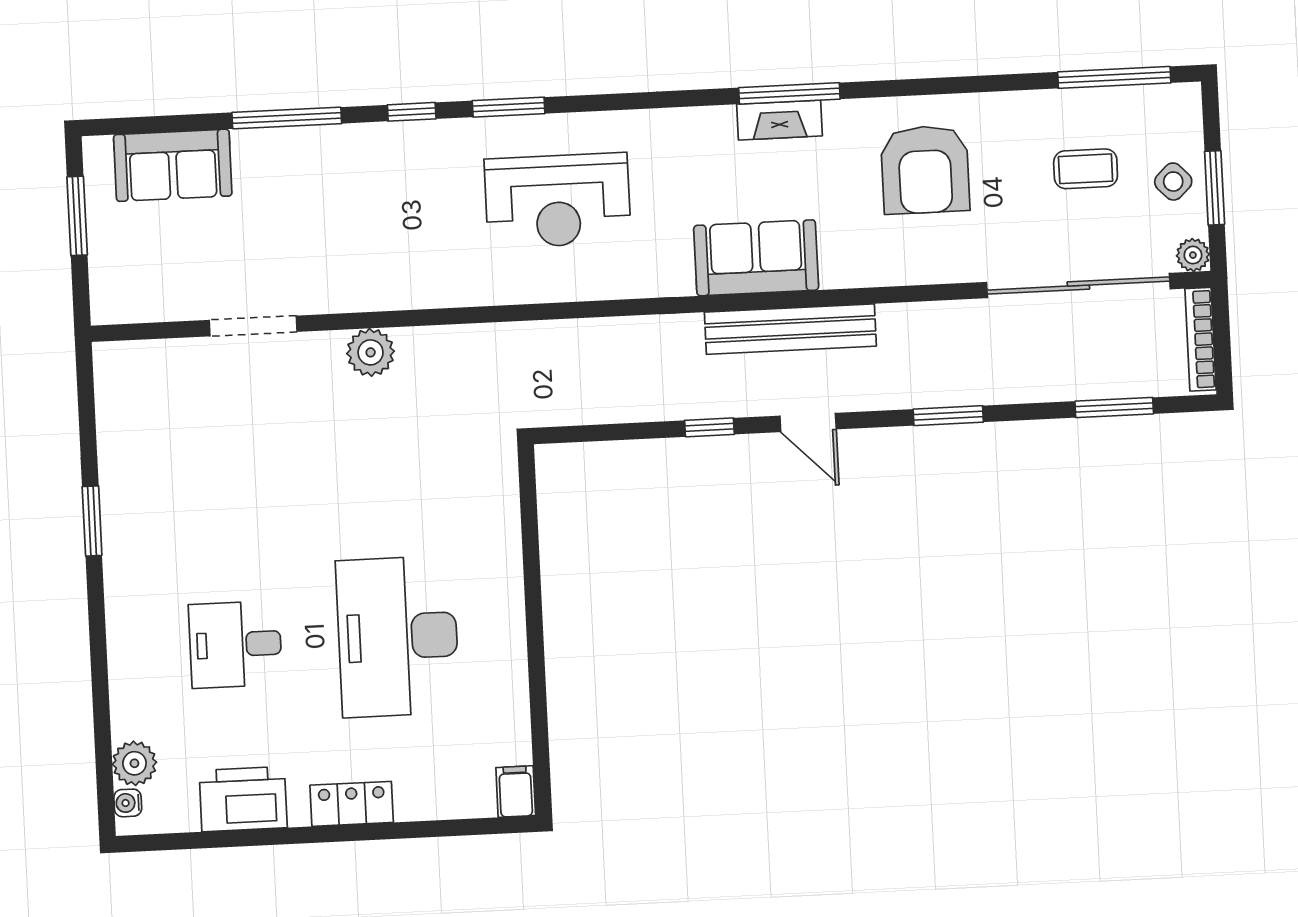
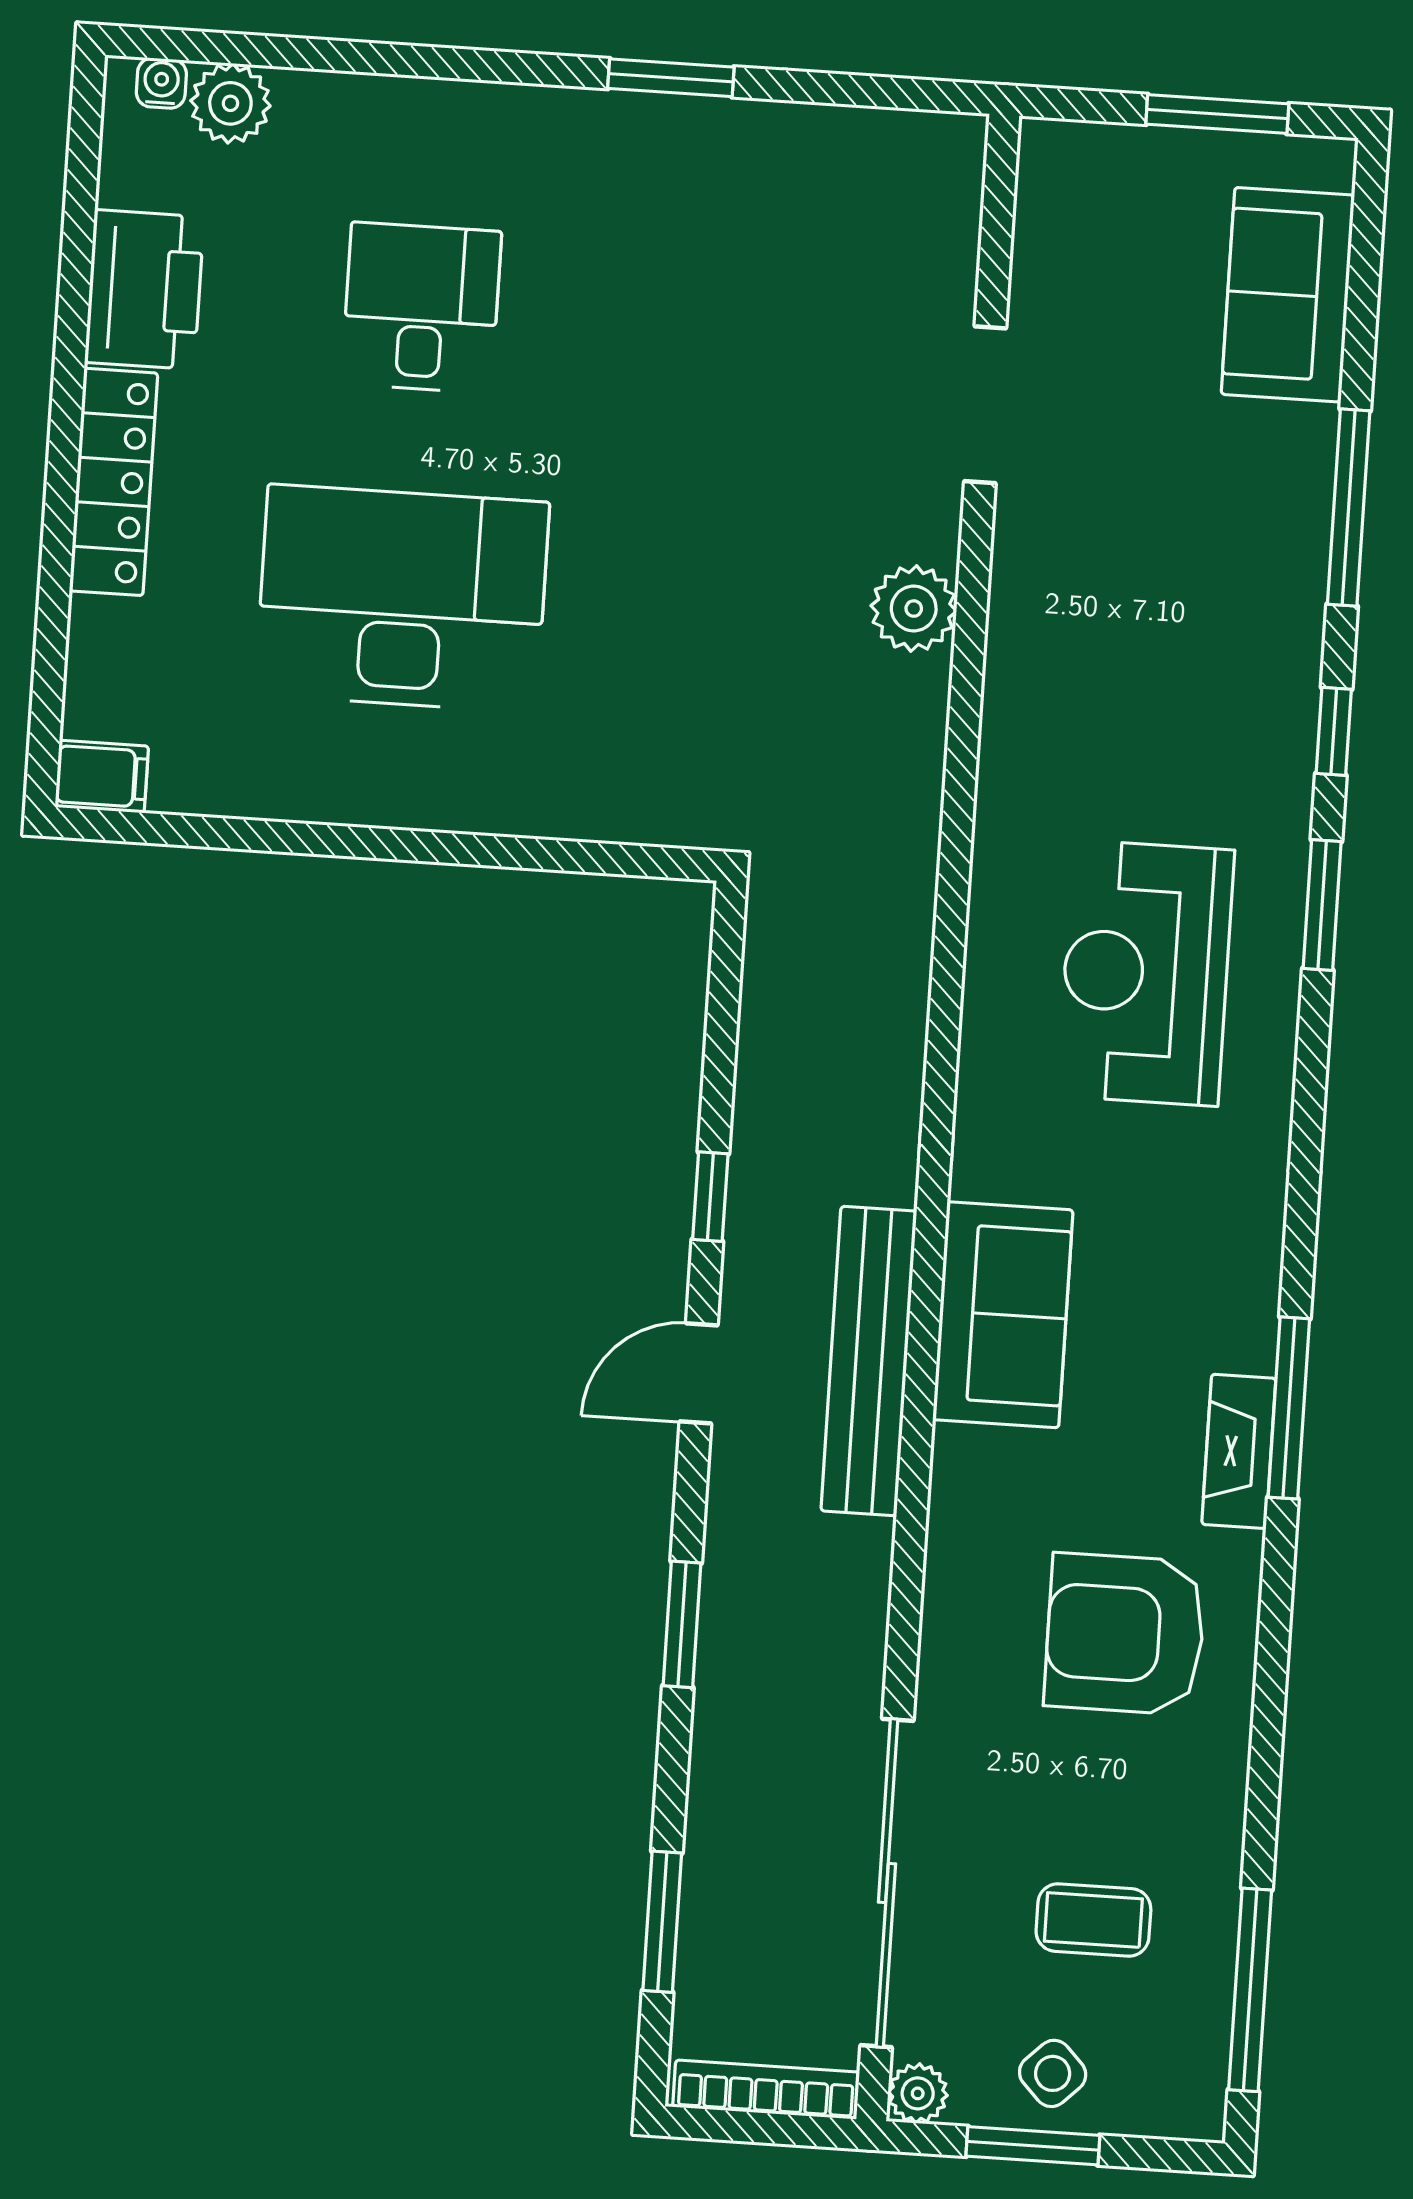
fireplace: (779, 120) -> (1239, 1451), moved
coffee table: (1086, 169) -> (1093, 1920), turned 90
locker: (352, 804) -> (114, 482), width x1.53

